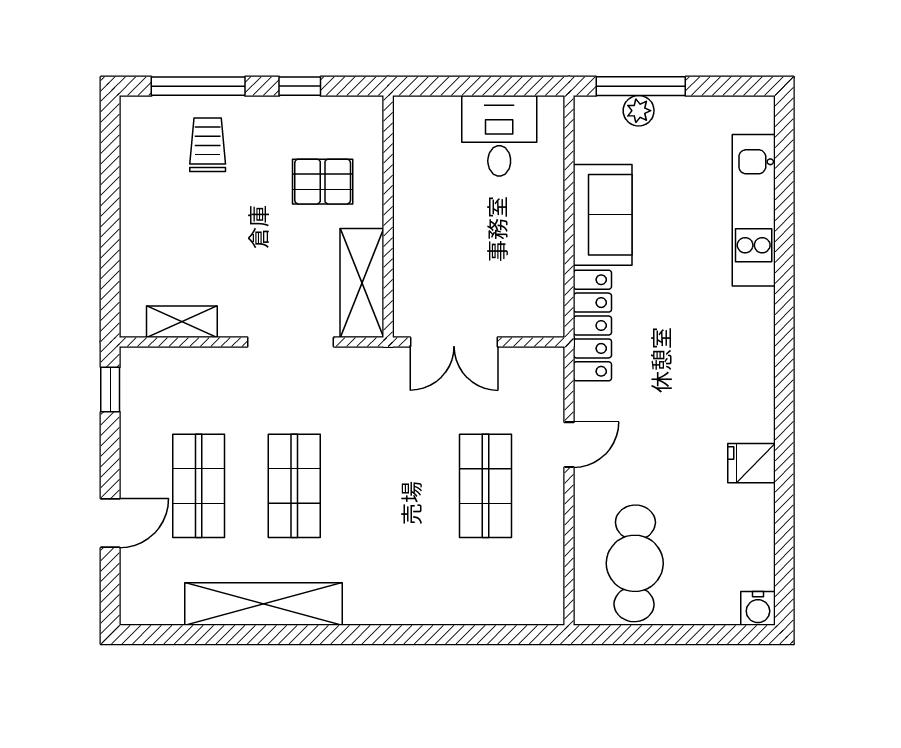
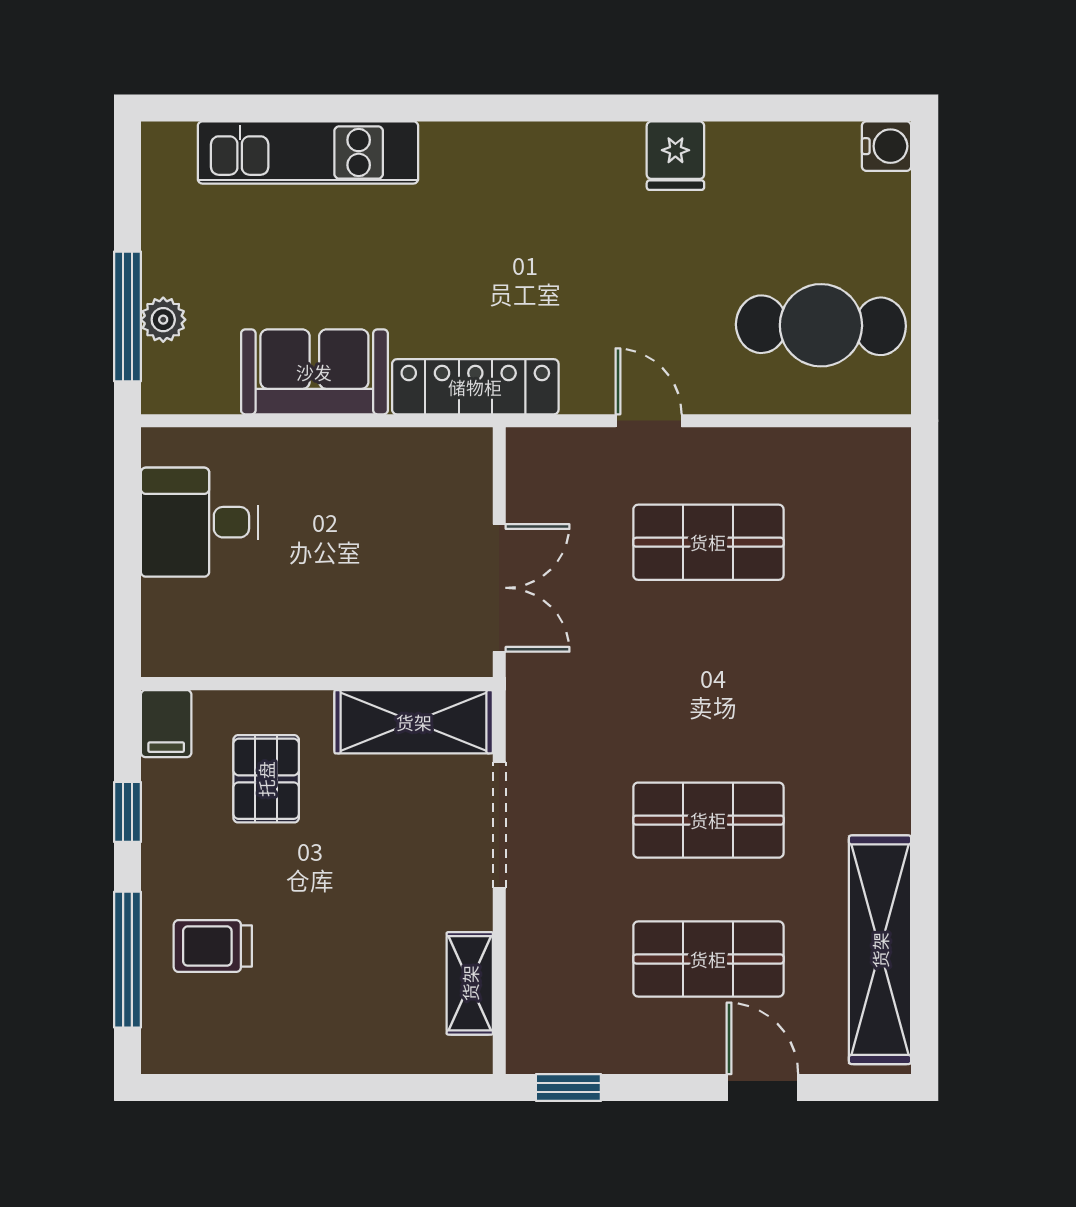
filing cabinet: (361, 113) -> (166, 724), added
shelving: (263, 604) -> (880, 950), moved

